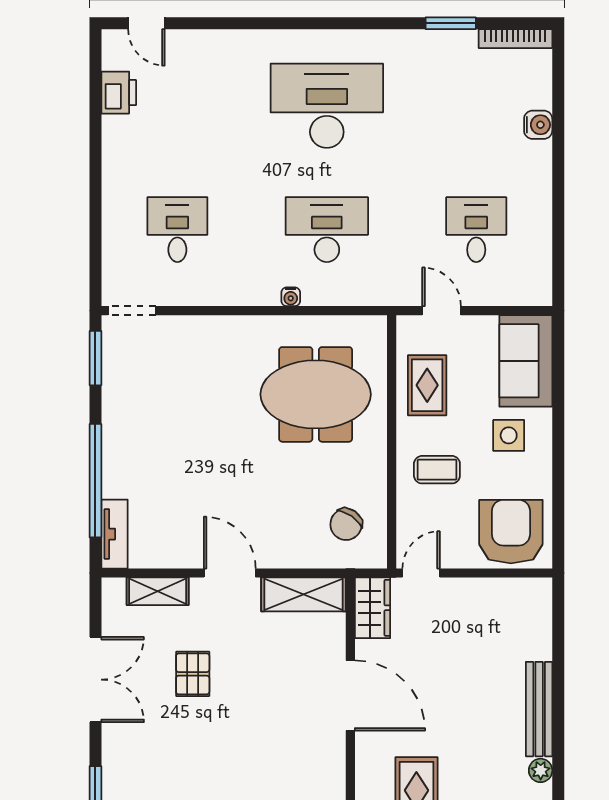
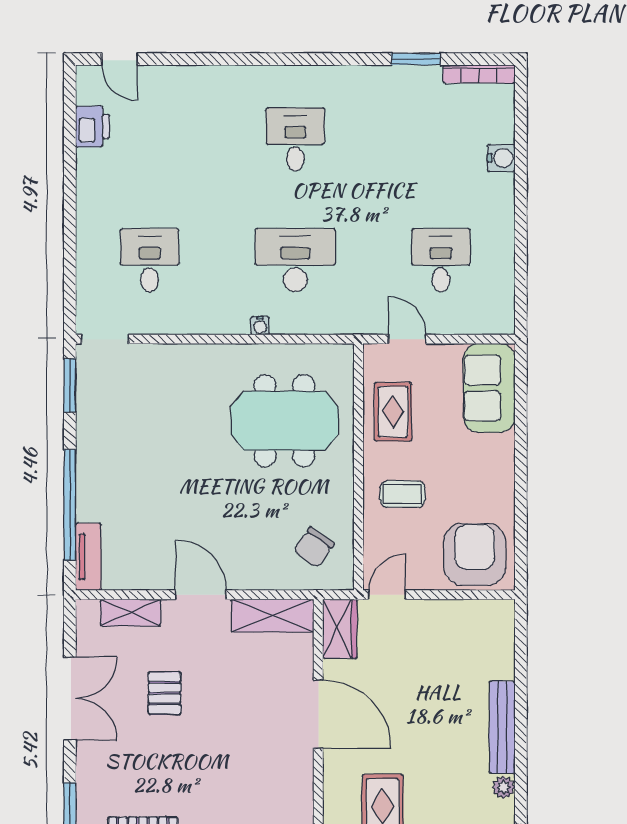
desk: (327, 106) -> (295, 139), width x0.53, depth x0.77
side table: (509, 435) -> (473, 461), removed

